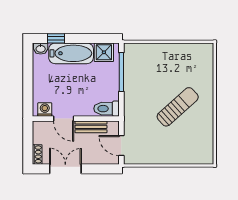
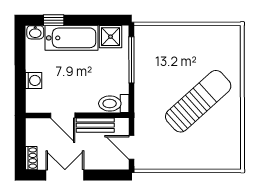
sun lounger: (178, 107) -> (198, 101), width x1.36, depth x1.34
washing machine: (45, 109) -> (34, 80), moved, turned 90

